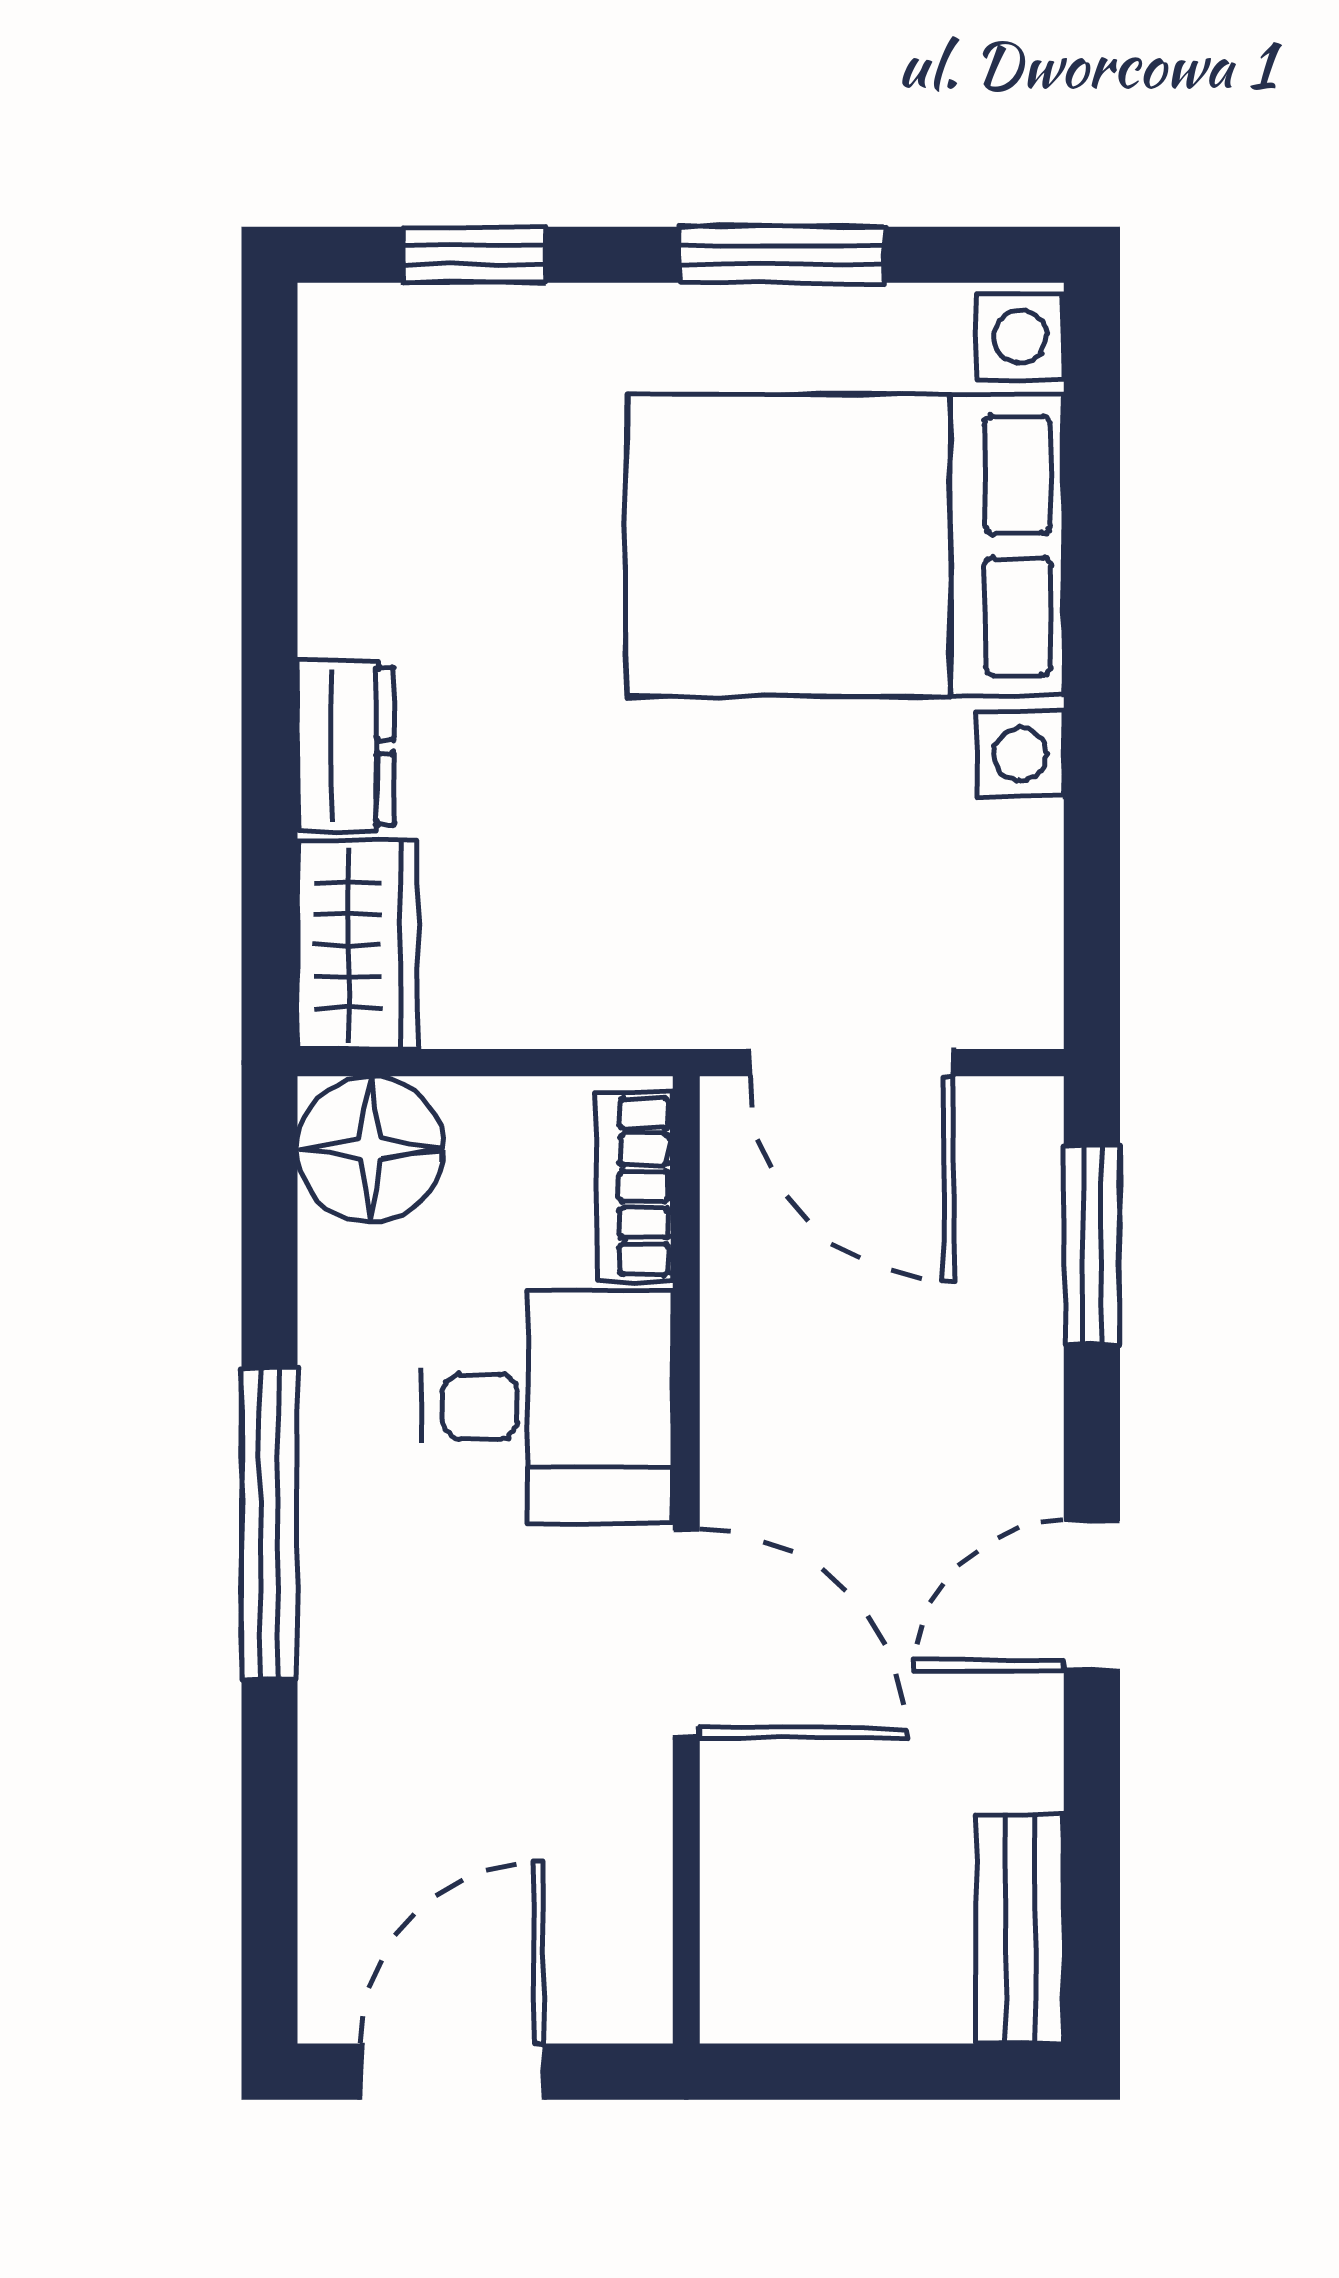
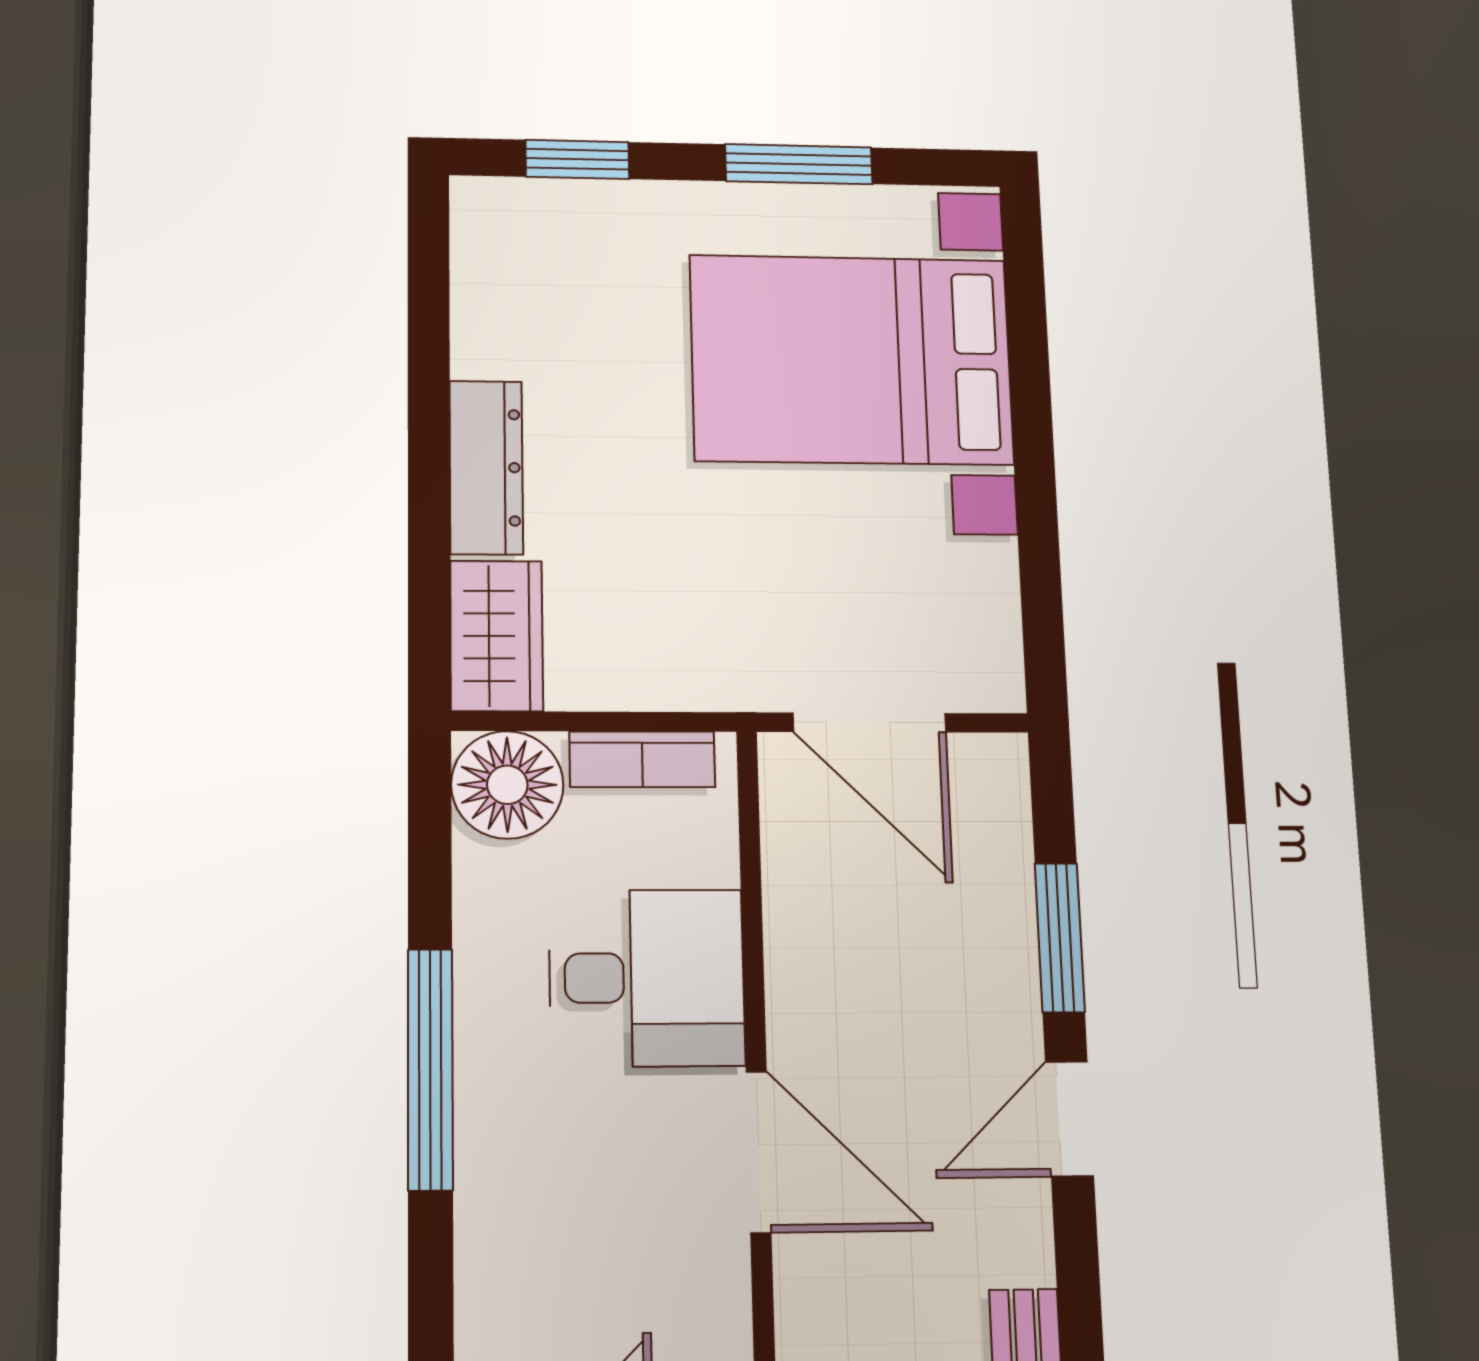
dresser: (346, 746) -> (486, 467), width x1.44
bookcase: (635, 1186) -> (642, 759), moved, turned -90
window: (1092, 1245) -> (1060, 938), moved

